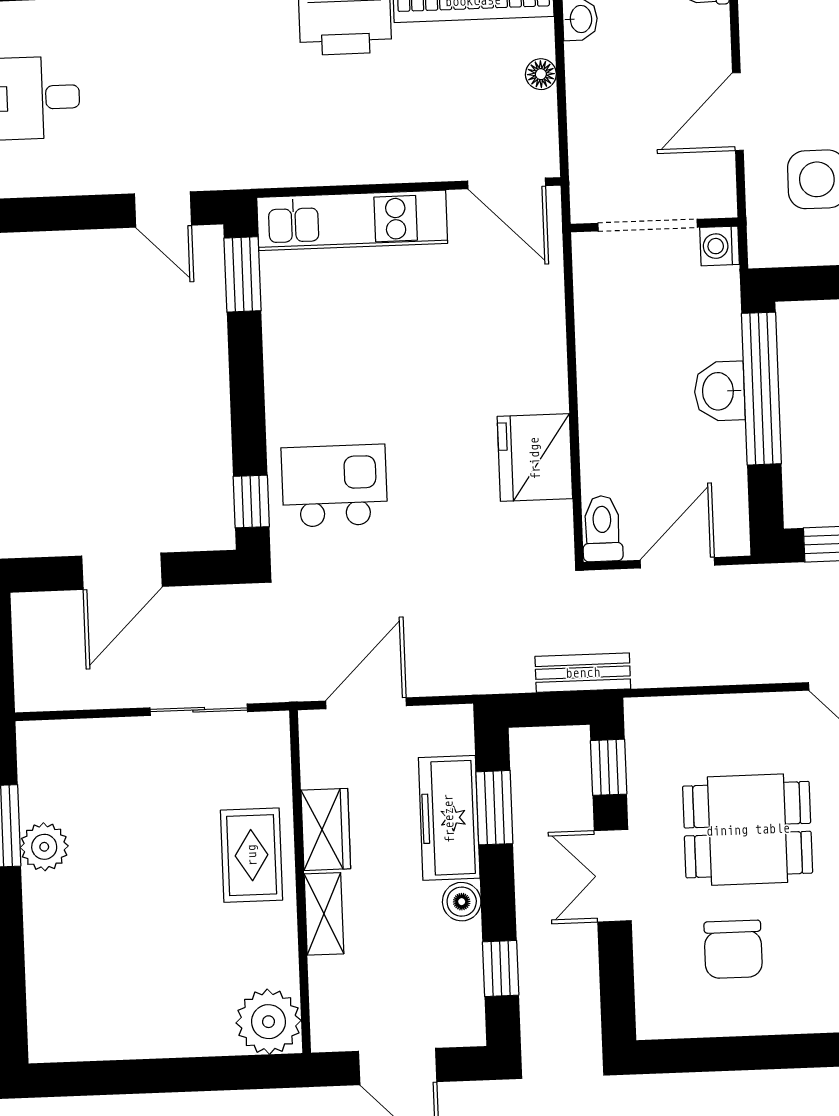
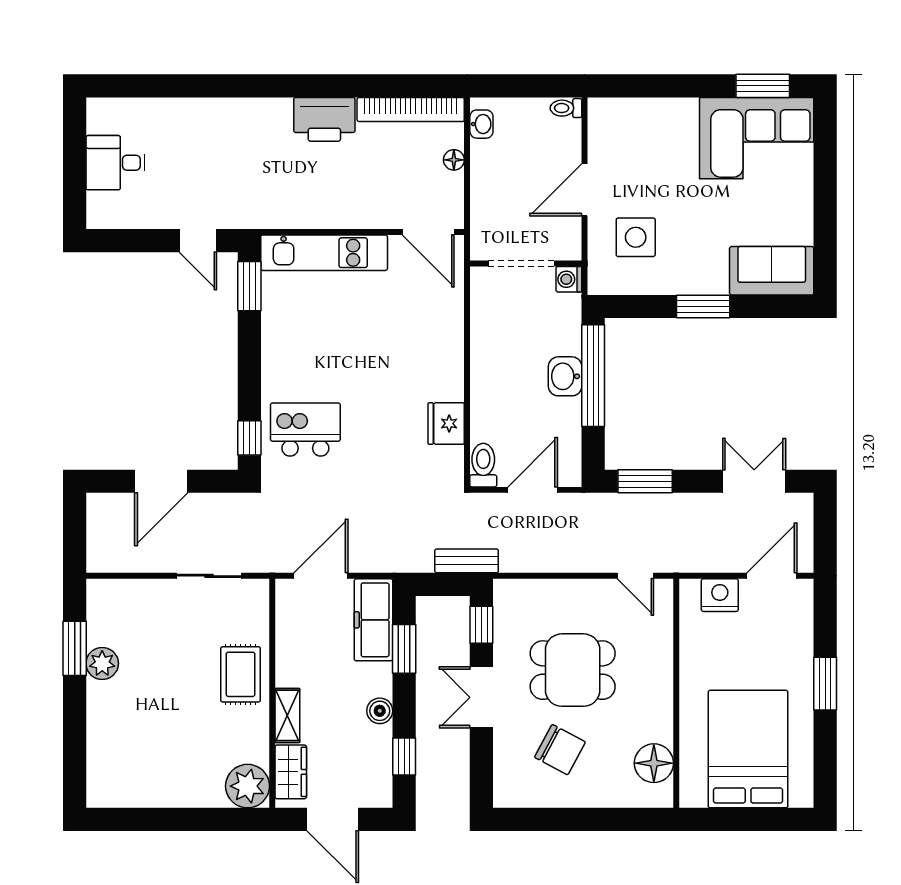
fridge: (535, 458) -> (446, 423), width x0.73, depth x0.75
freezer: (449, 818) -> (374, 620), moved
wardrobe: (326, 829) -> (291, 772), moved
chair: (733, 949) -> (560, 750), turned -62

